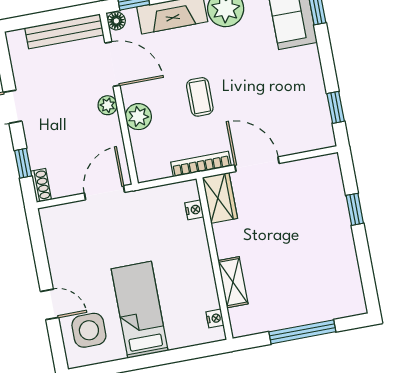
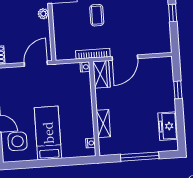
window: (336, 107) -> (173, 13), moved
plant: (138, 117) -> (60, 22), removed
door: (257, 164) -> (125, 58), swing flipped
nightstand: (194, 210) -> (85, 67), moved
freezer: (345, 274) -> (168, 126), added

